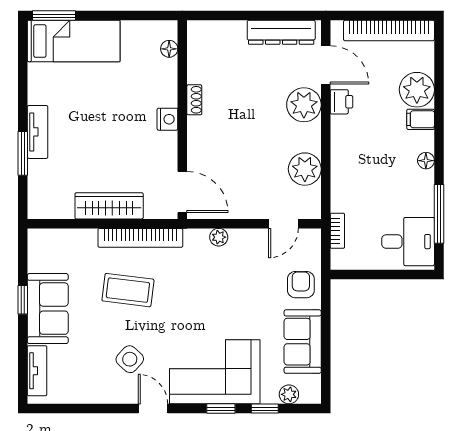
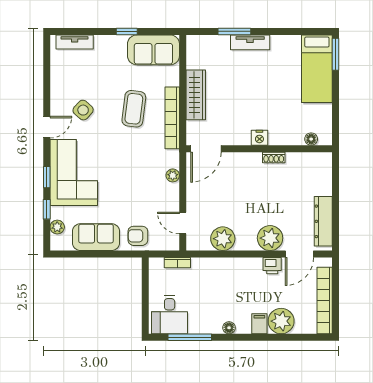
armchair: (301, 285) -> (138, 236), turned 180
sofa: (48, 309) -> (153, 50), moved

